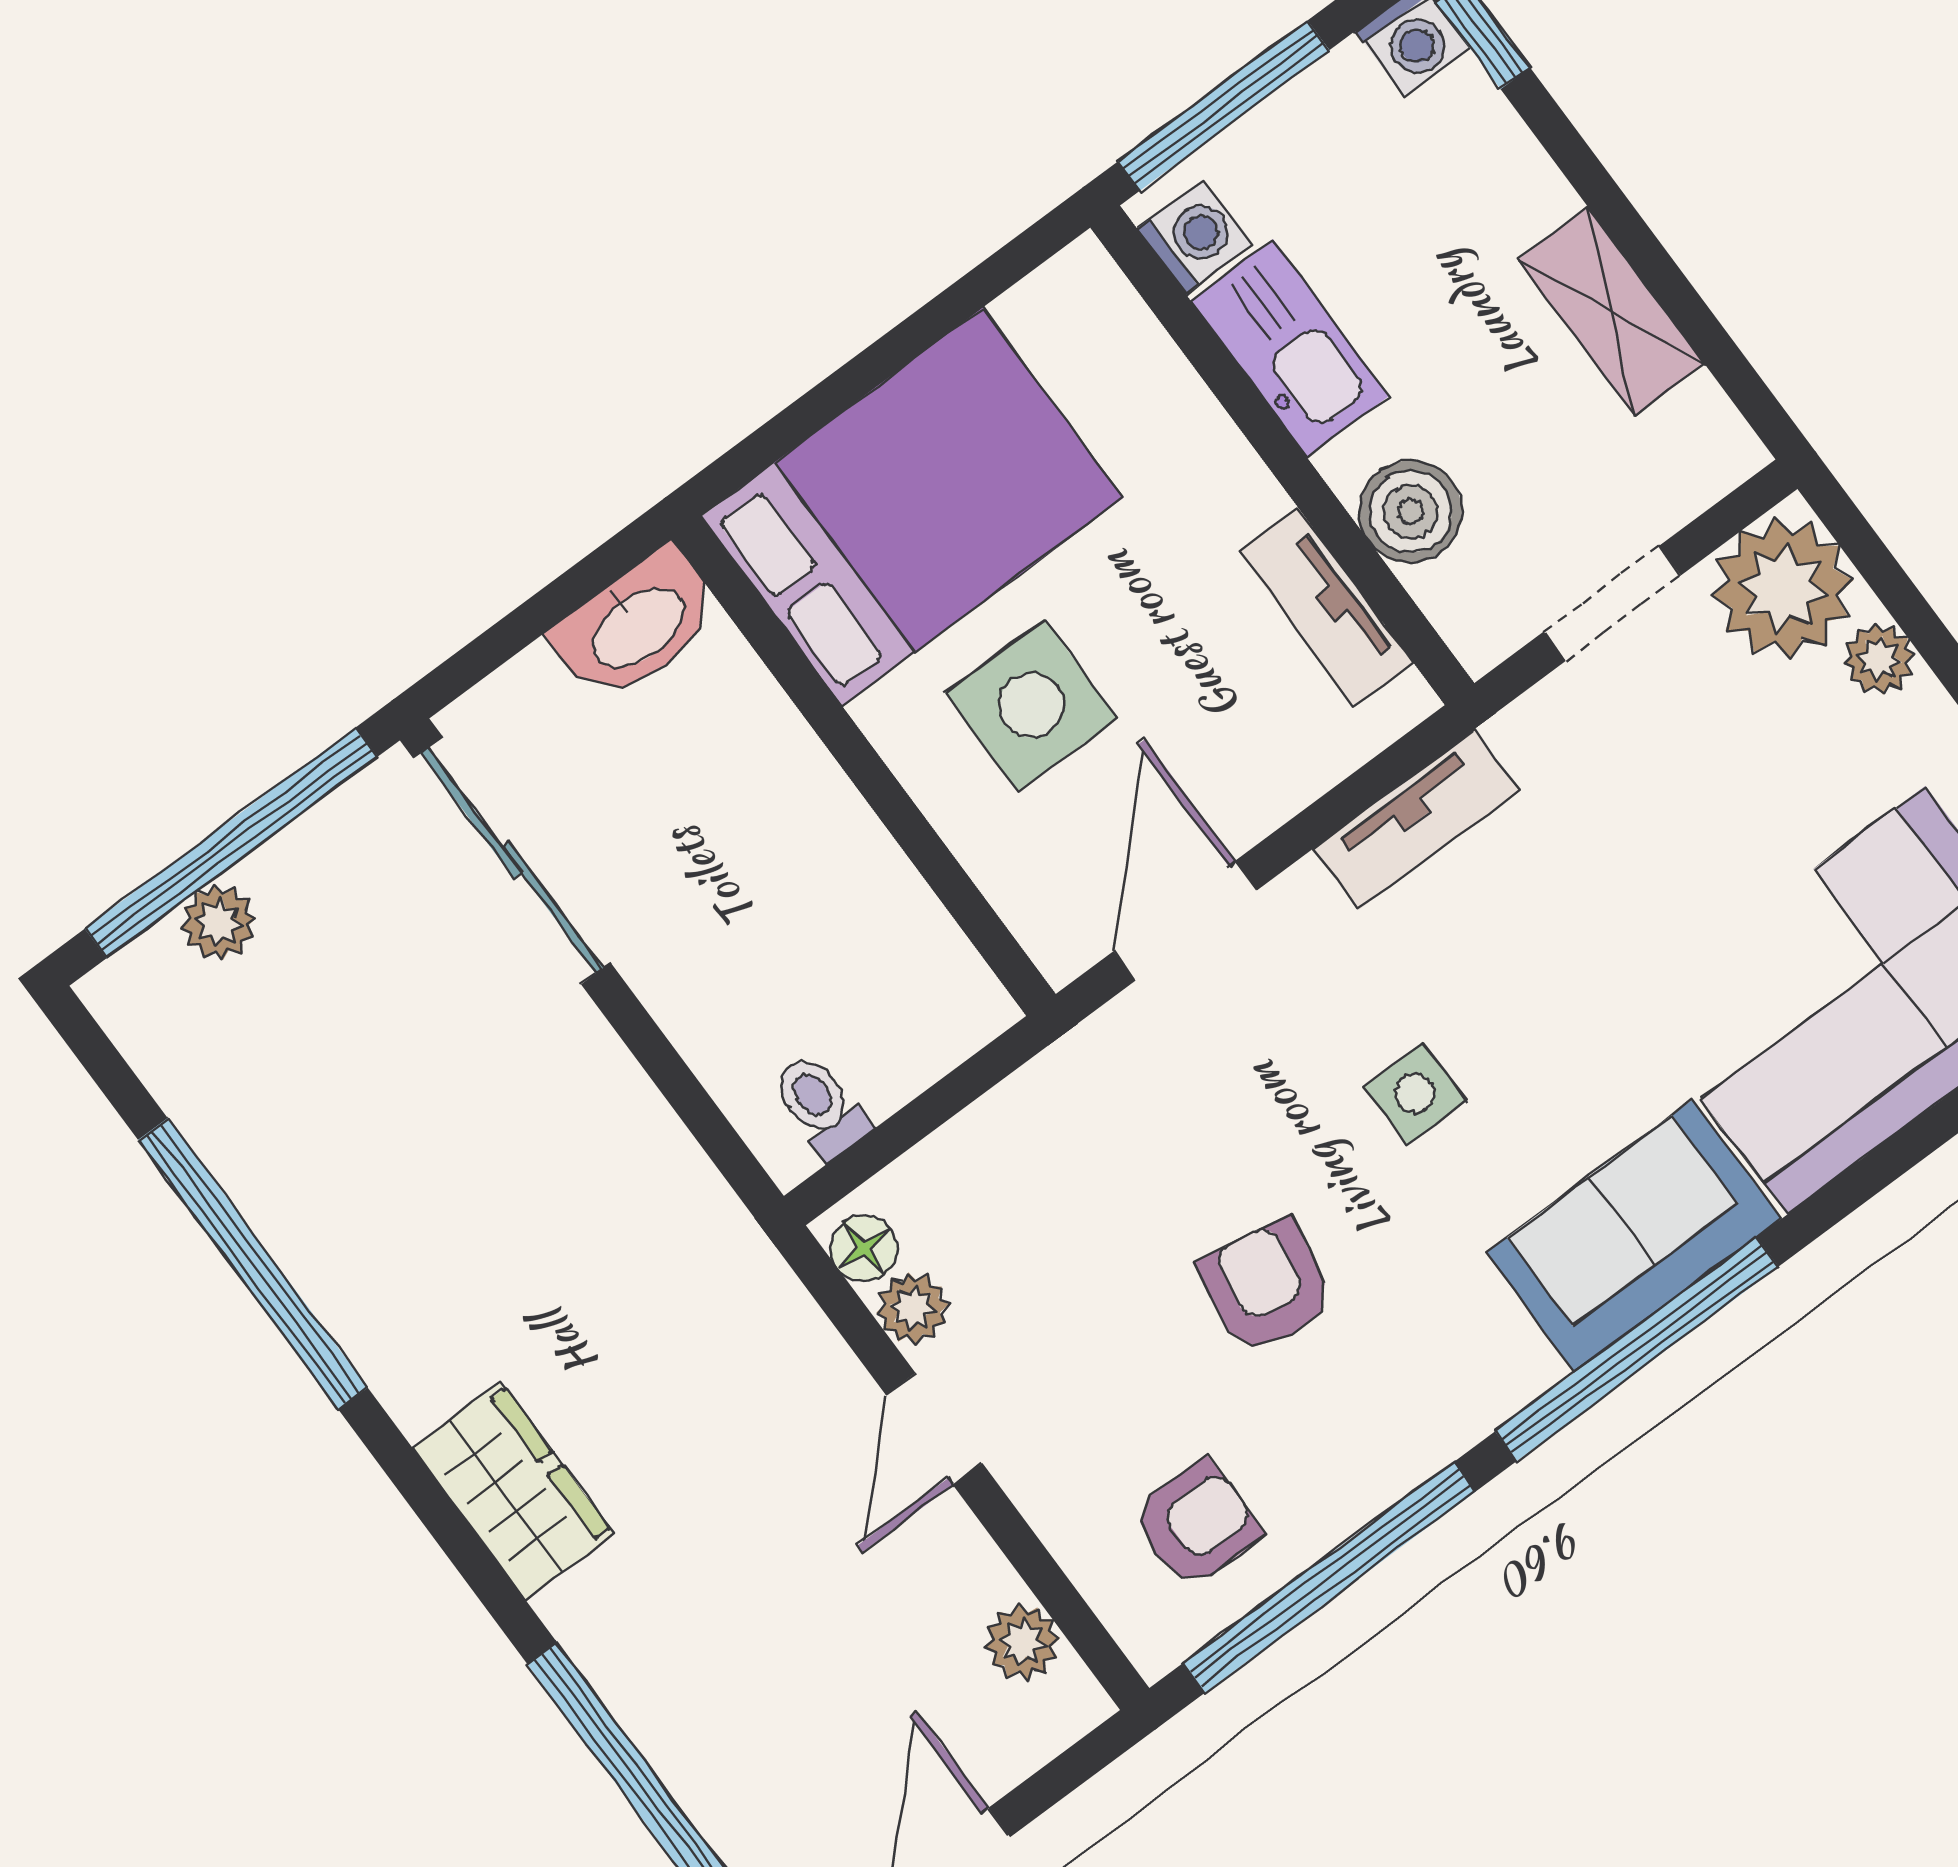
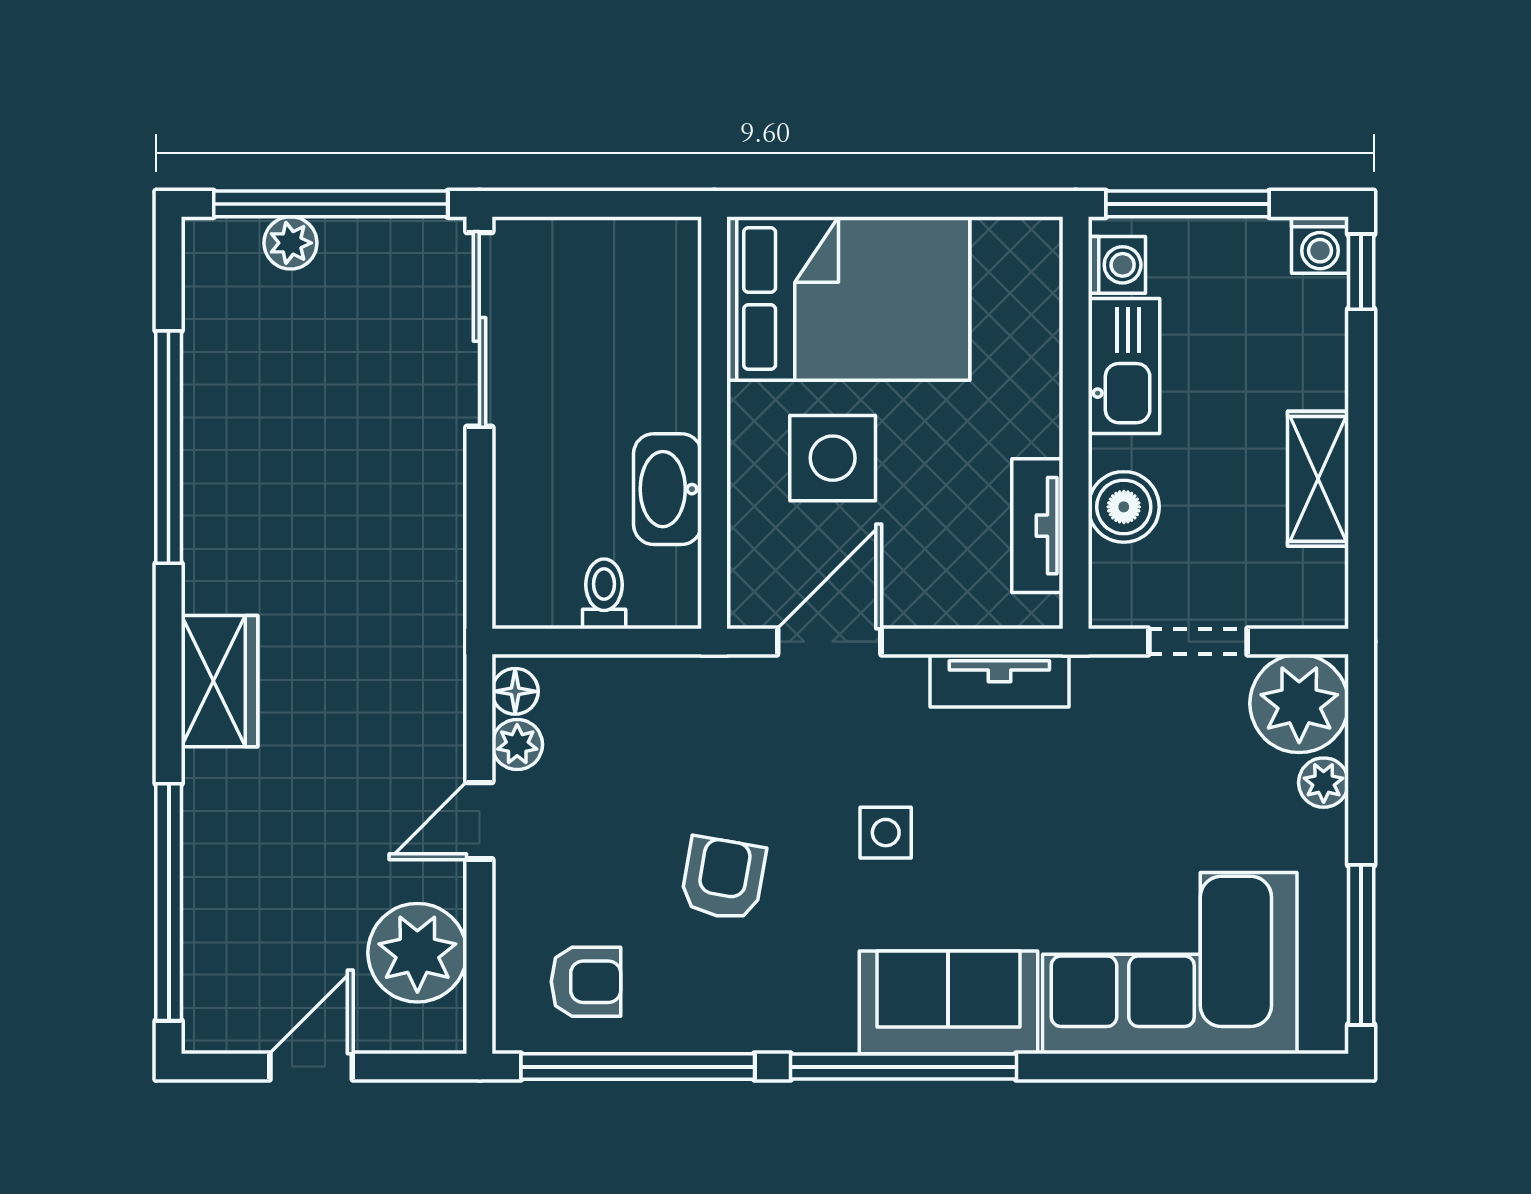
washbasin: (637, 625) -> (668, 489), moved, turned 90
toilet: (820, 1106) -> (604, 594), moved
plant: (1022, 1642) -> (417, 953), width x1.88, depth x1.88

